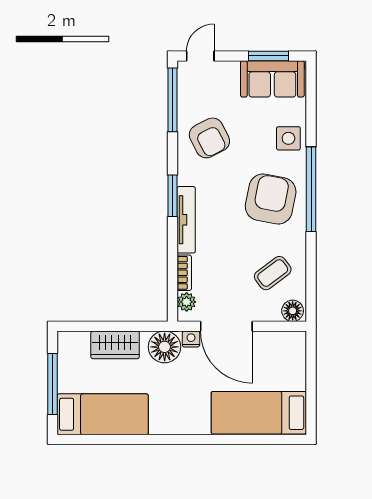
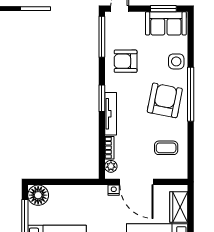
armchair: (209, 138) -> (126, 61), turned 117
coffee table: (273, 273) -> (166, 148), turned 37
floor lamp: (293, 311) -> (179, 172), removed
wardrobe: (115, 345) -> (179, 207), moved, turned 90
floor lamp: (165, 347) -> (38, 195), moved

